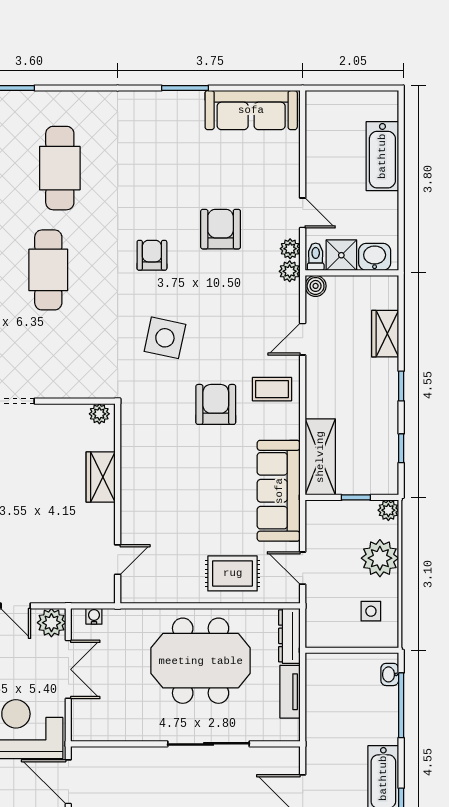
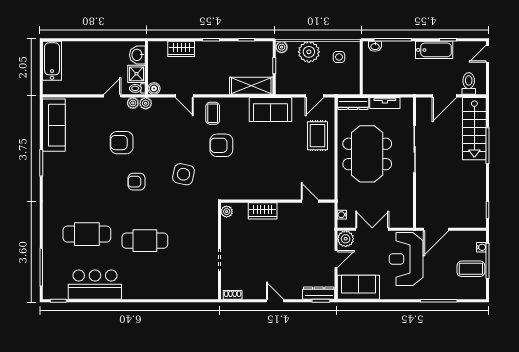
bathtub: (382, 156) -> (52, 61), moved, turned -90
sofa: (279, 491) -> (271, 110), width x0.73

